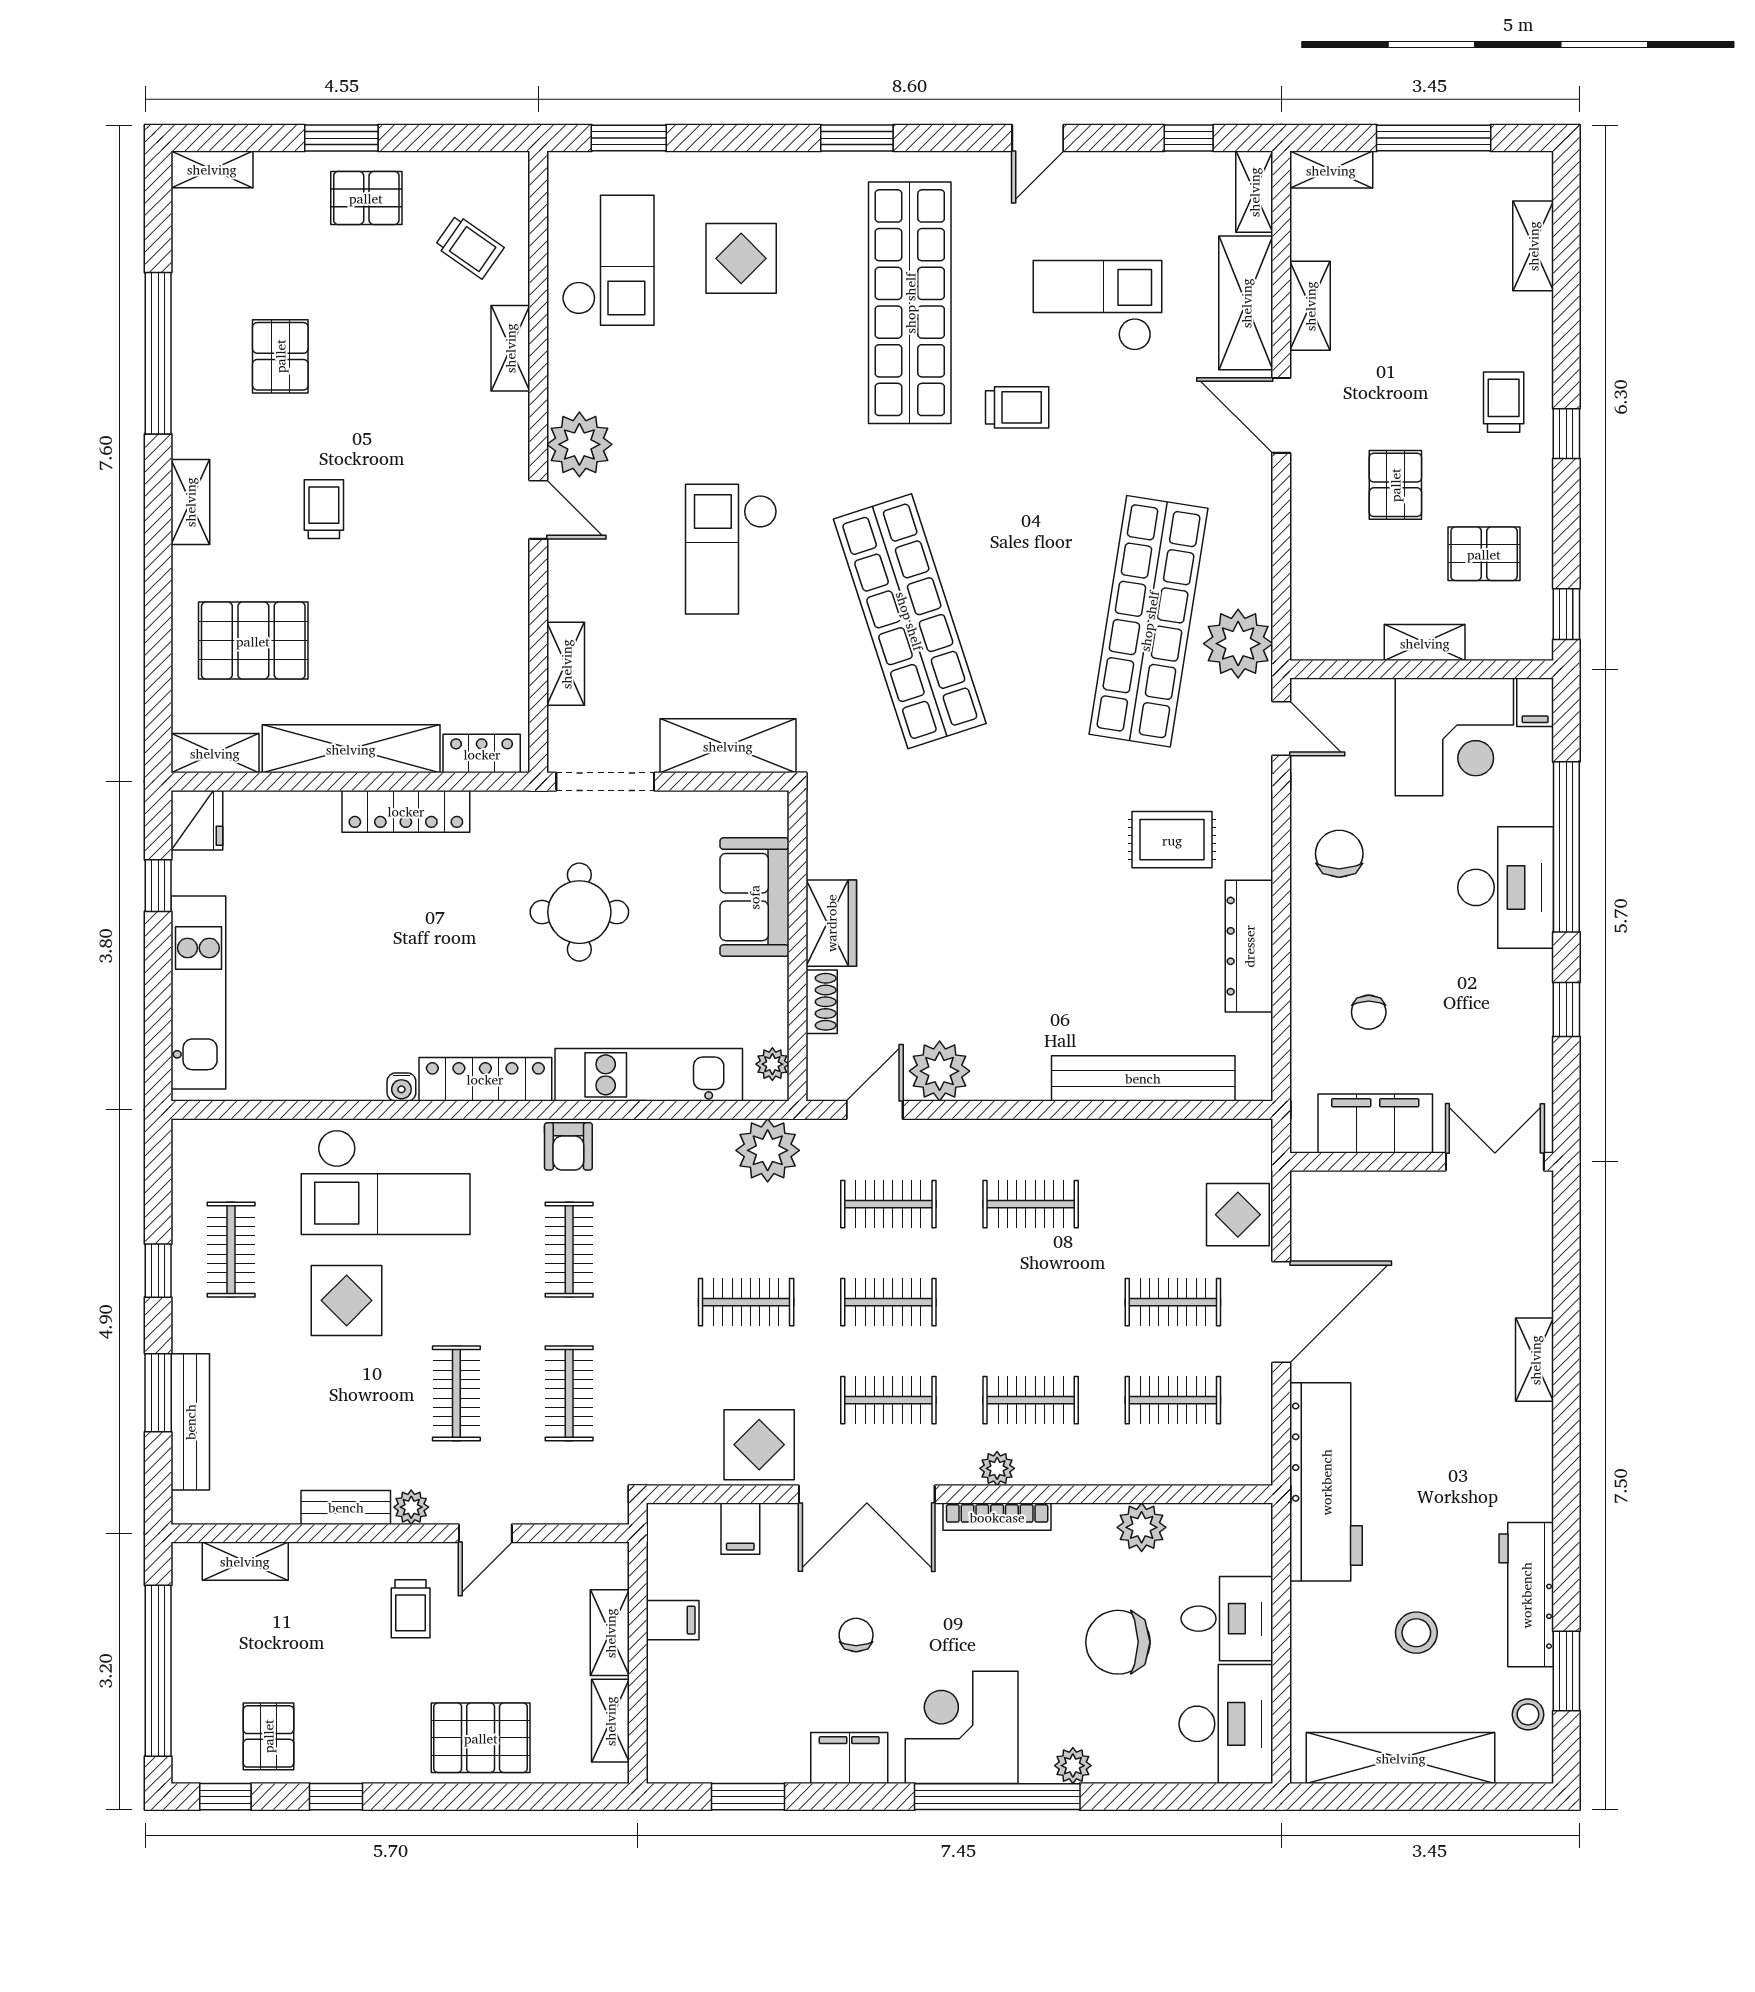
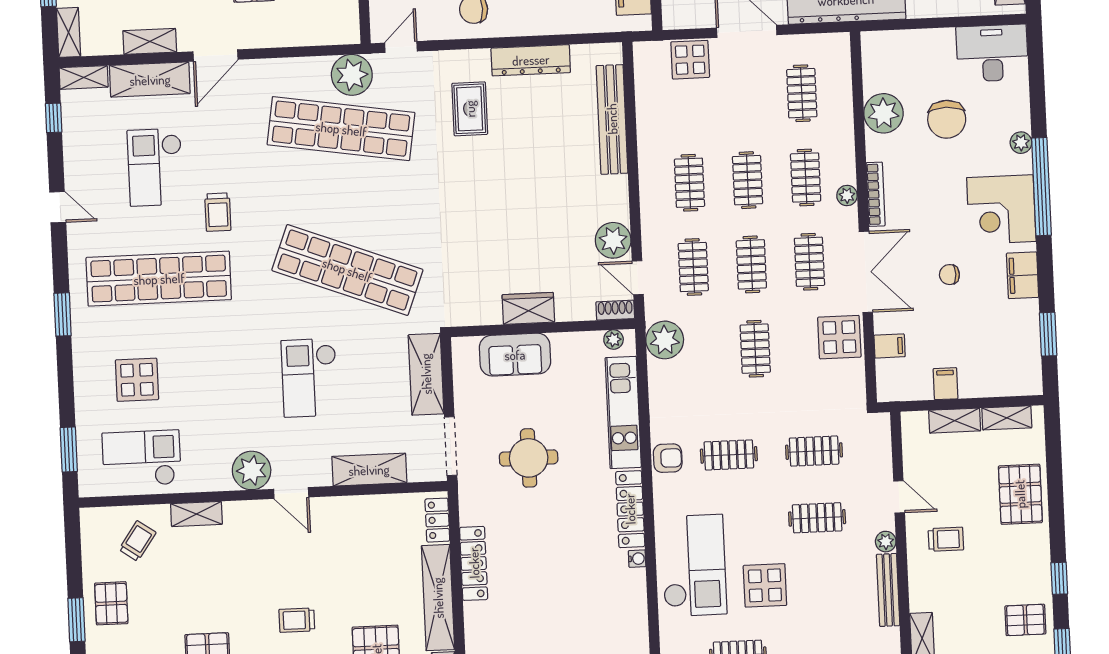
trolley: (1017, 407) -> (218, 212), turned 180
door: (538, 510) -> (291, 493), swing flipped
checkout: (731, 549) -> (309, 378), turned 90
shop shelf: (910, 621) -> (347, 270), turned 39
shelving: (566, 664) -> (369, 470), width x1.50, depth x1.33
shoe rack: (822, 1002) -> (615, 310), moved
clothes rail: (1173, 1302) -> (748, 180), moved
bench: (346, 1507) -> (888, 590), width x1.36
plant: (1142, 1527) -> (883, 113), width x1.36, depth x1.36
desk: (1227, 1619) -> (930, 55), removed

